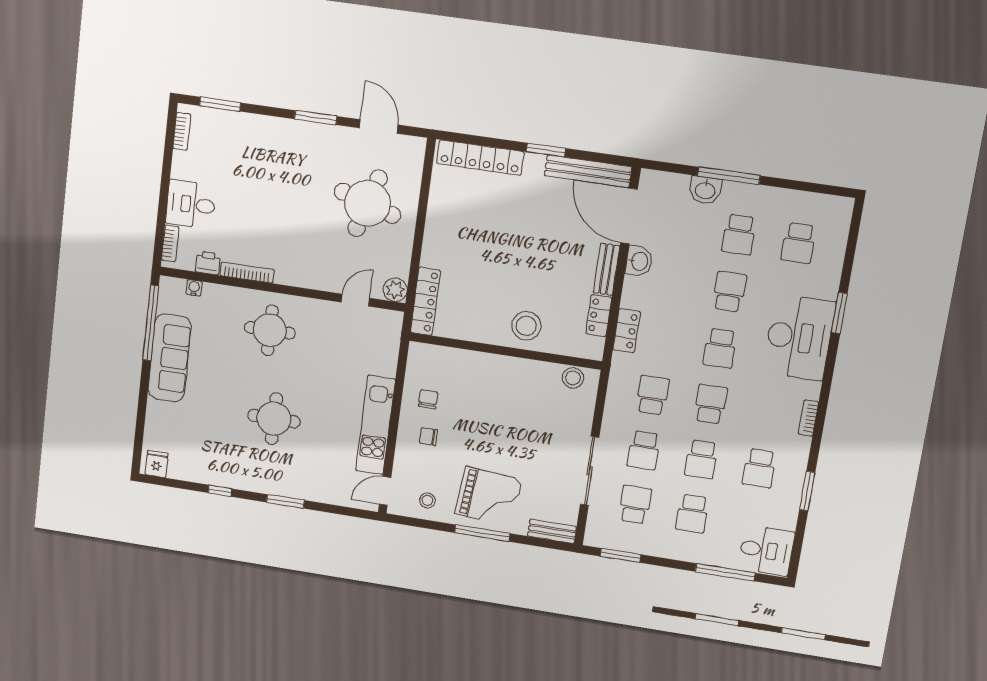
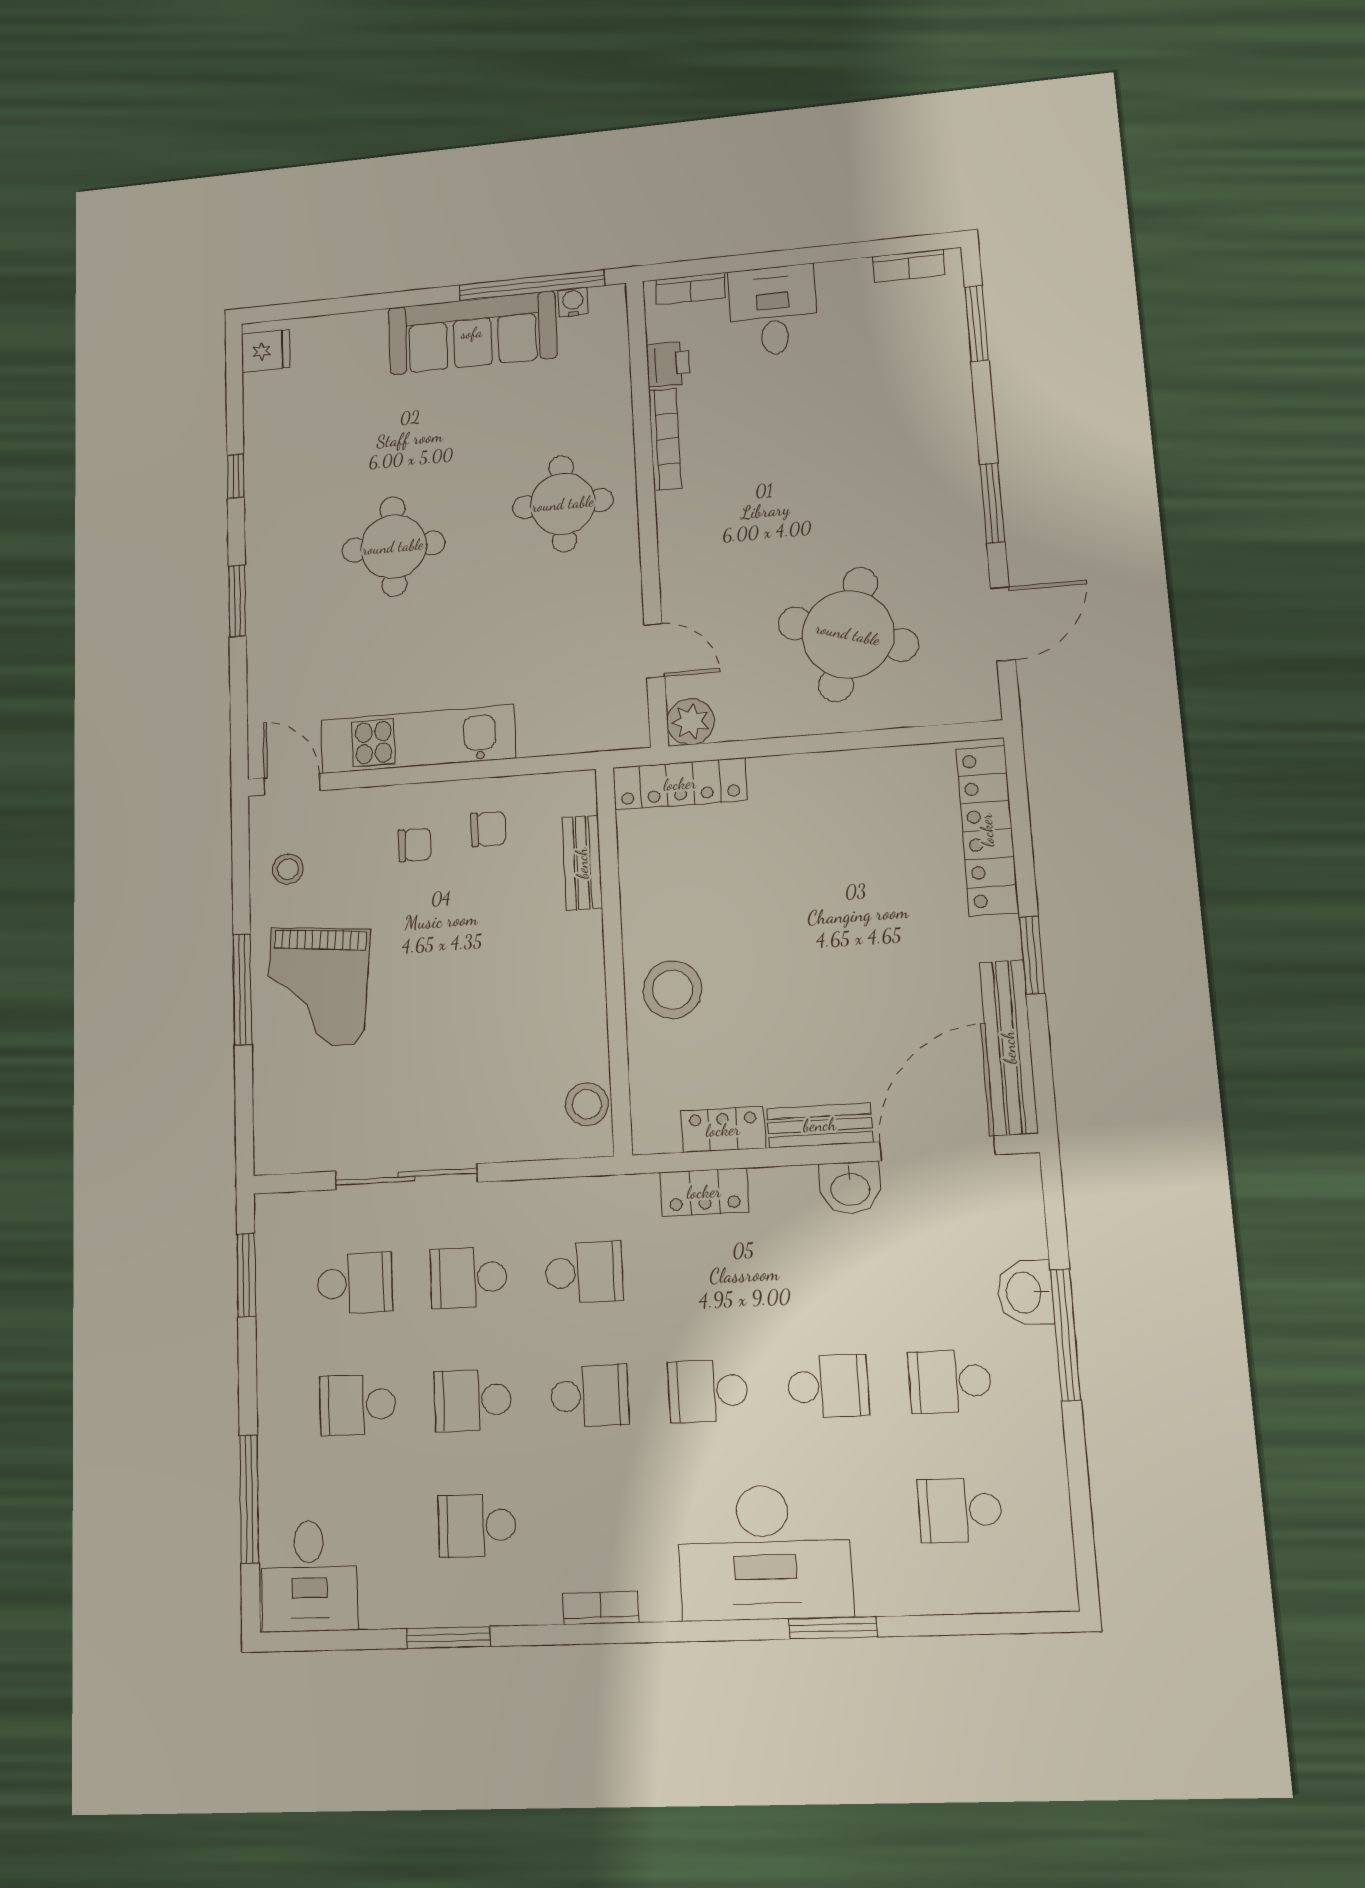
water cooler: (194, 288) -> (573, 302), moved, turned -90
chair: (428, 436) -> (415, 845), turned 90
bench: (552, 531) -> (582, 863), moved

